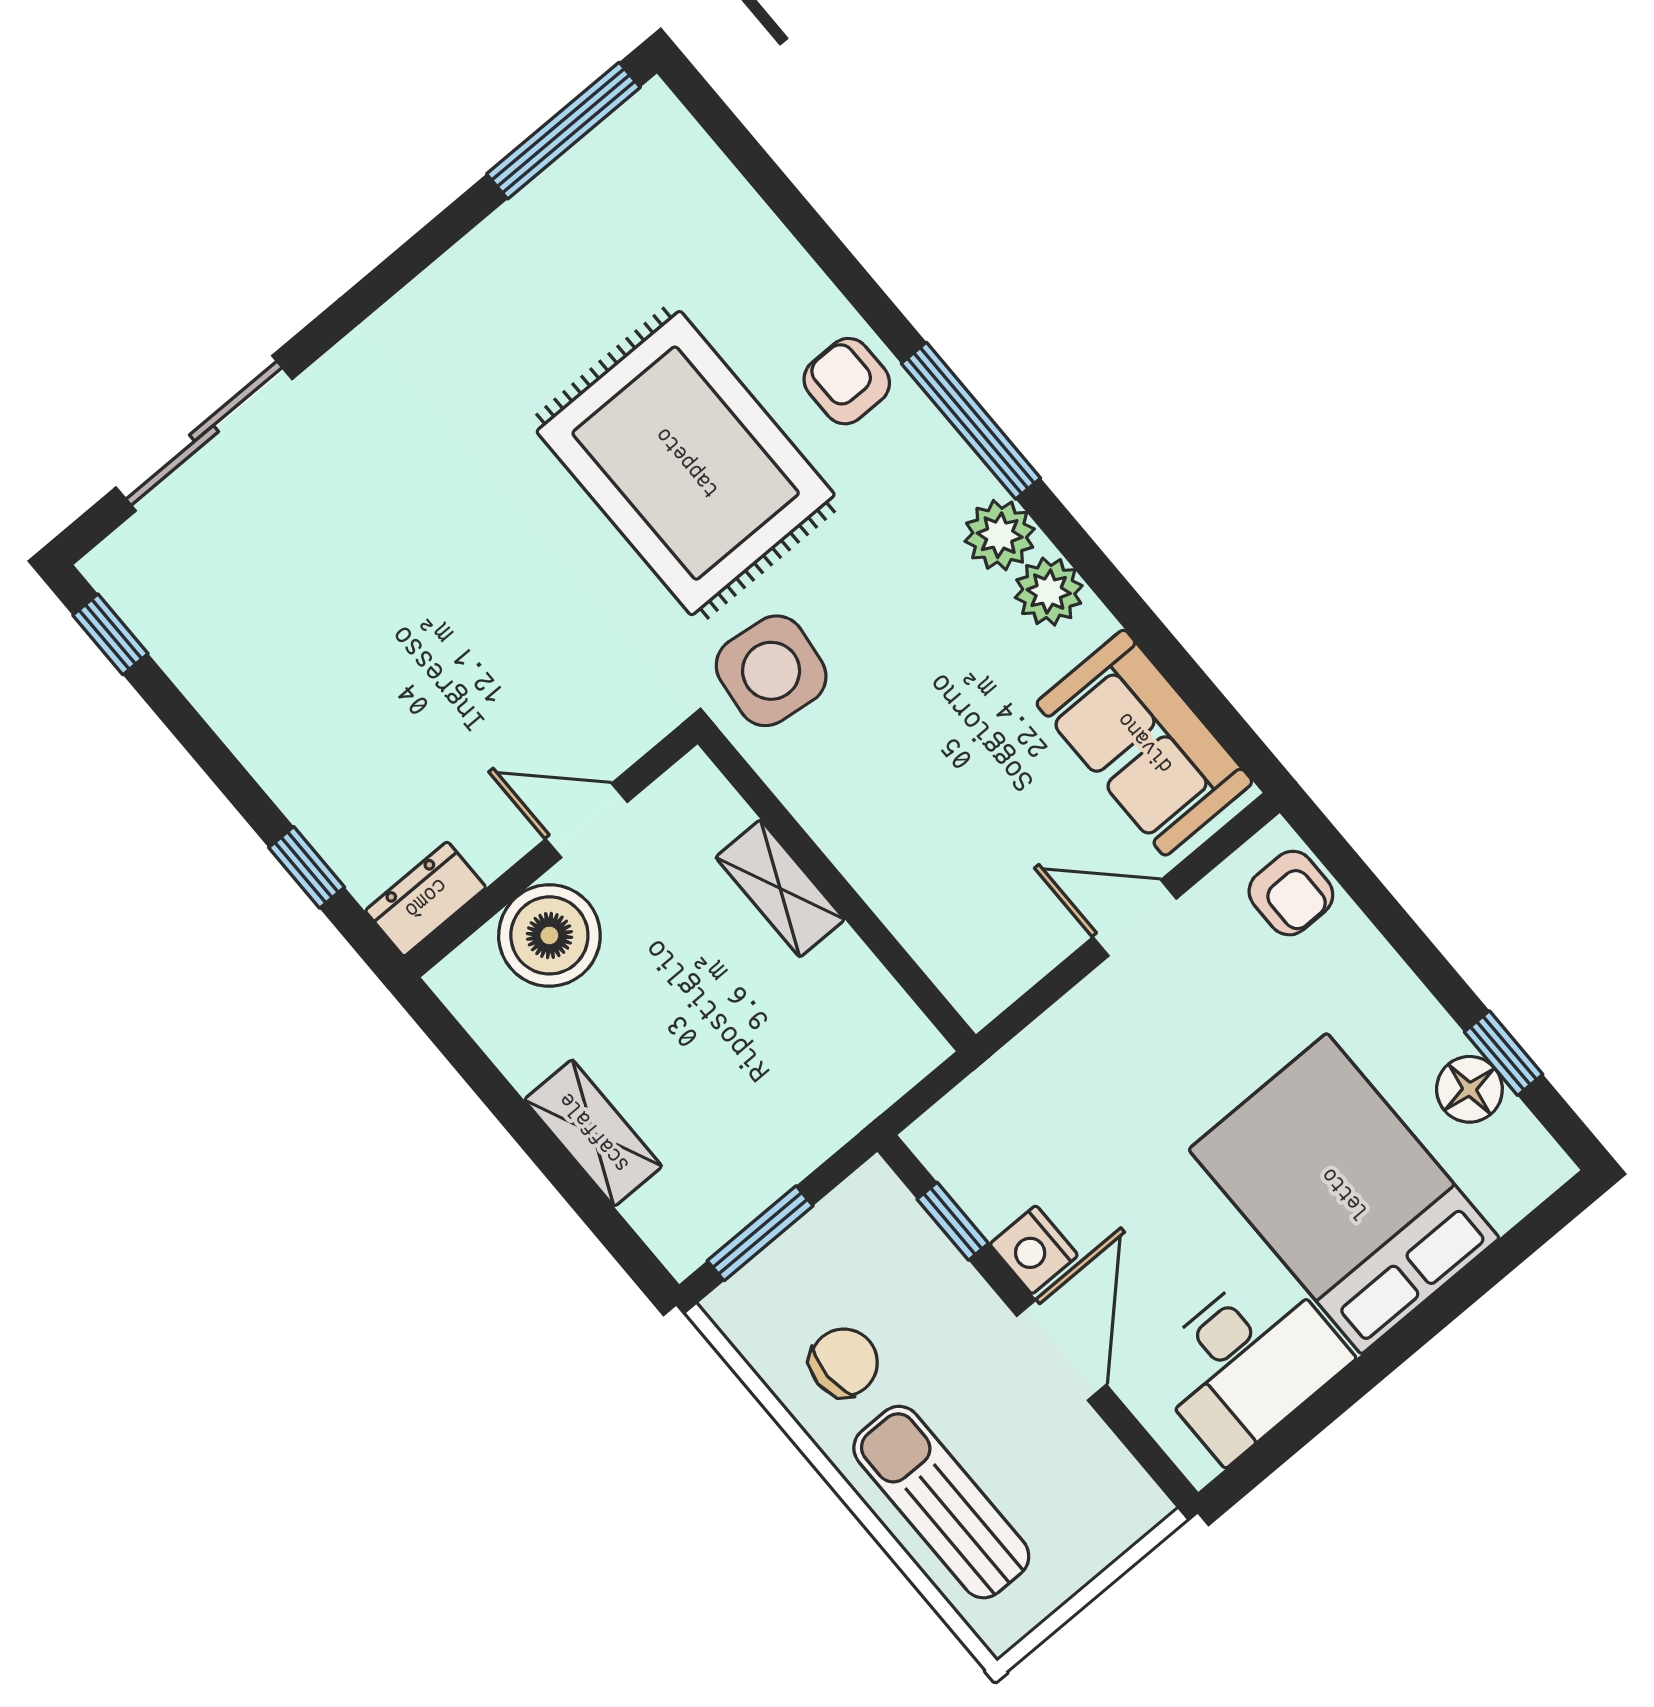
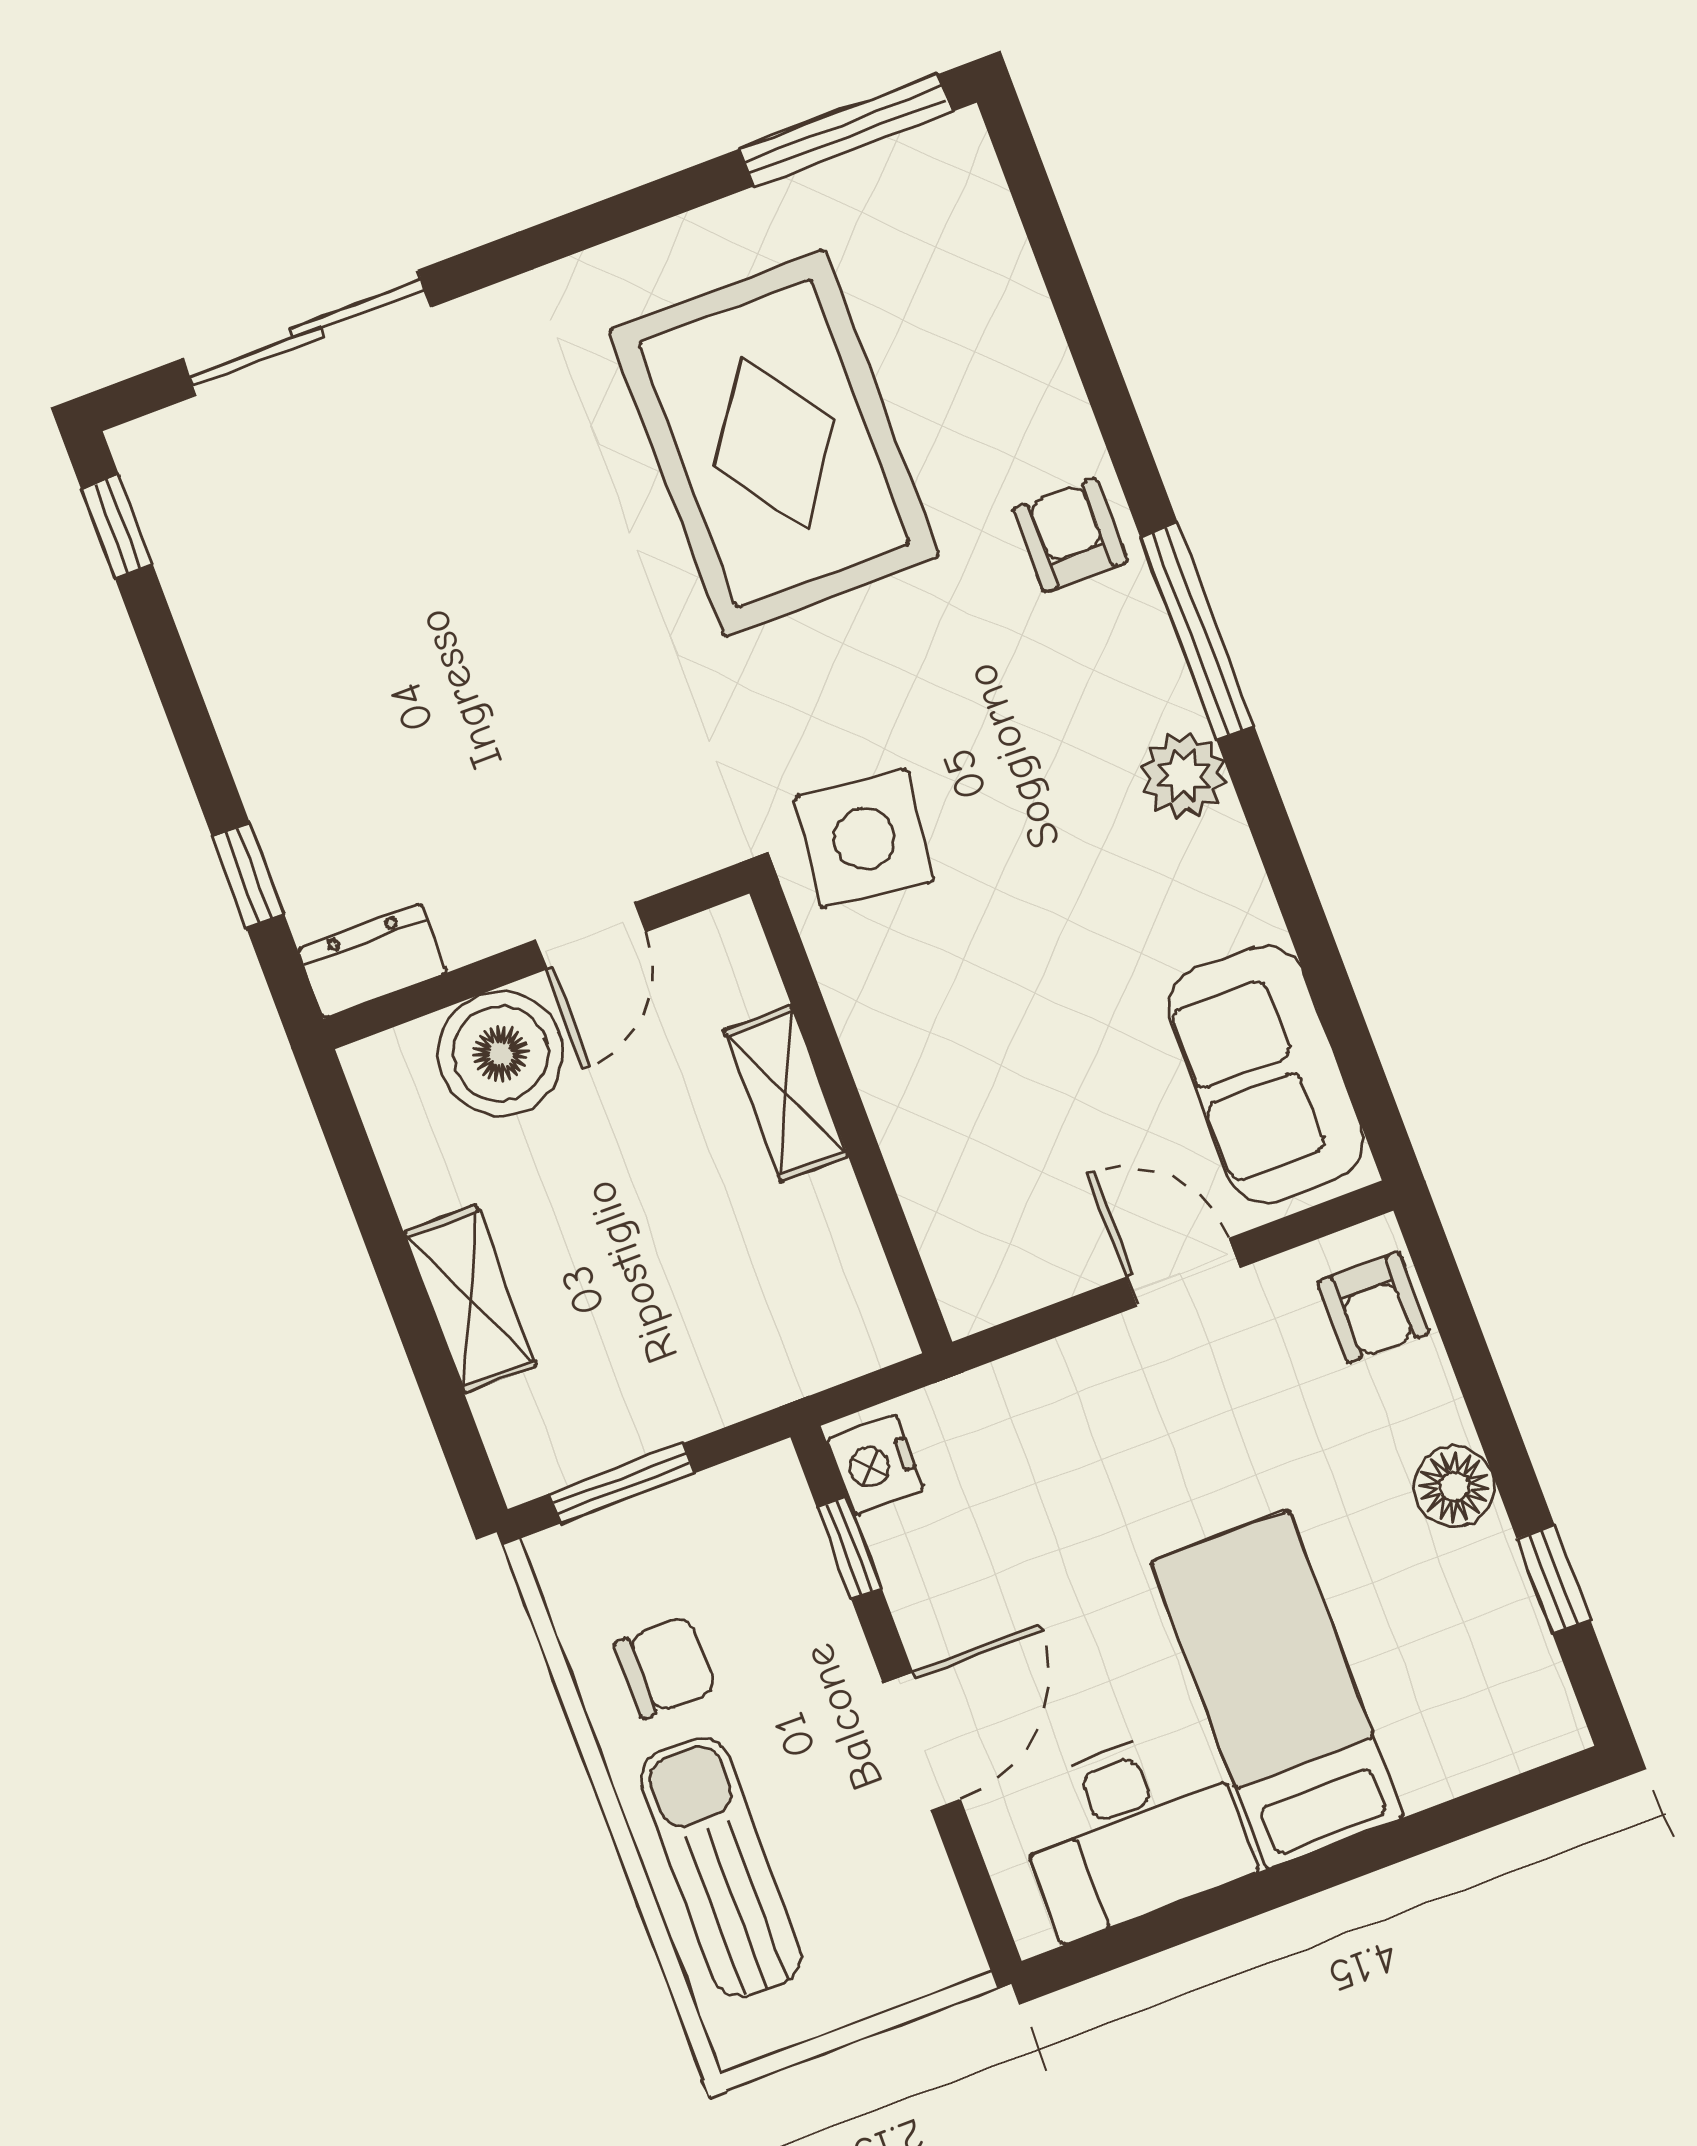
rug: (686, 463) -> (774, 443), moved
plant: (1049, 592) -> (1217, 861), removed
door: (587, 821) -> (590, 936), swing flipped
floor lamp: (1469, 1089) -> (1454, 1487), moved
bed: (1344, 1194) -> (1277, 1689), width x0.67
nightstand: (1034, 1250) -> (875, 1465), moved

